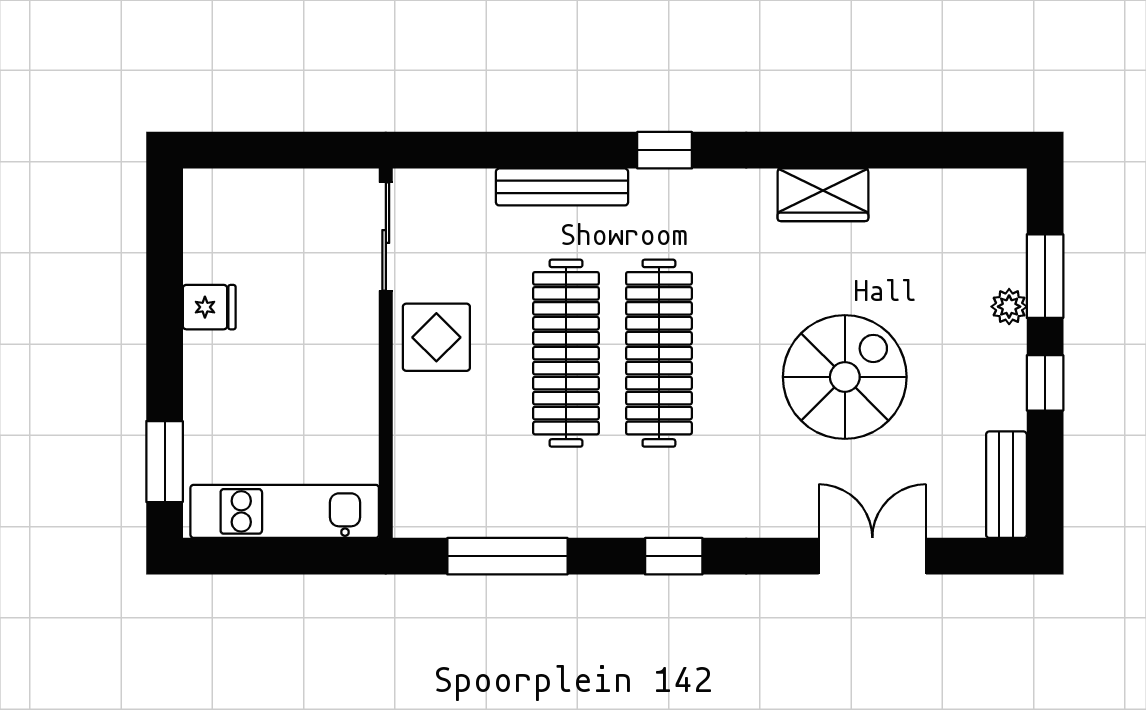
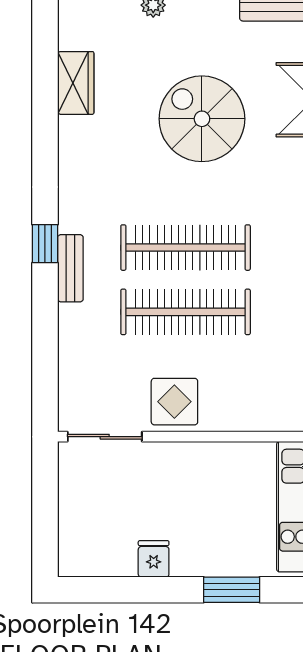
bench: (562, 187) -> (70, 268), moved, width x0.73
wardrobe: (823, 195) -> (76, 83), moved
window: (165, 462) -> (232, 590), moved

